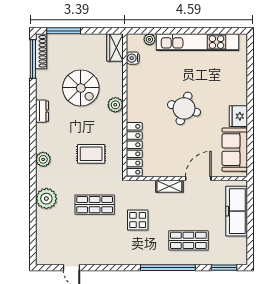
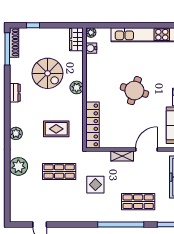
window: (64, 31) -> (33, 25), width x0.46
plant: (149, 39) -> (91, 32), moved

